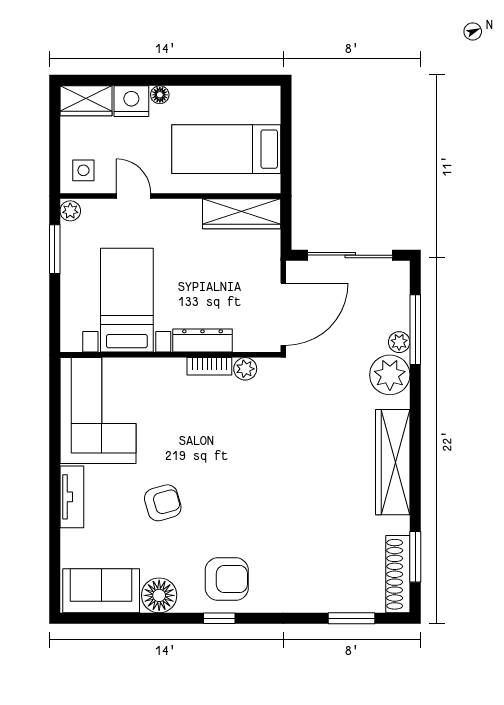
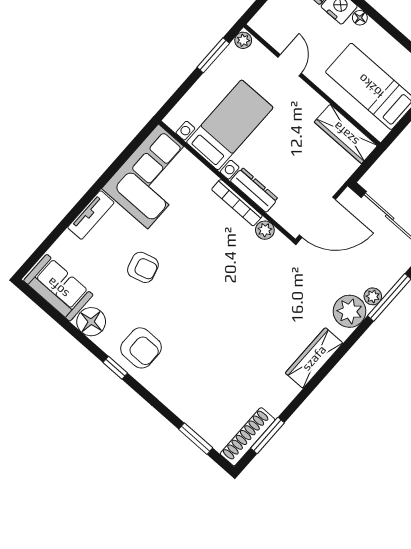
side table: (83, 170) -> (273, 23), removed
bookcase: (209, 366) -> (237, 203), width x1.56
wardrobe: (393, 462) -> (314, 358), width x0.71, depth x0.85

